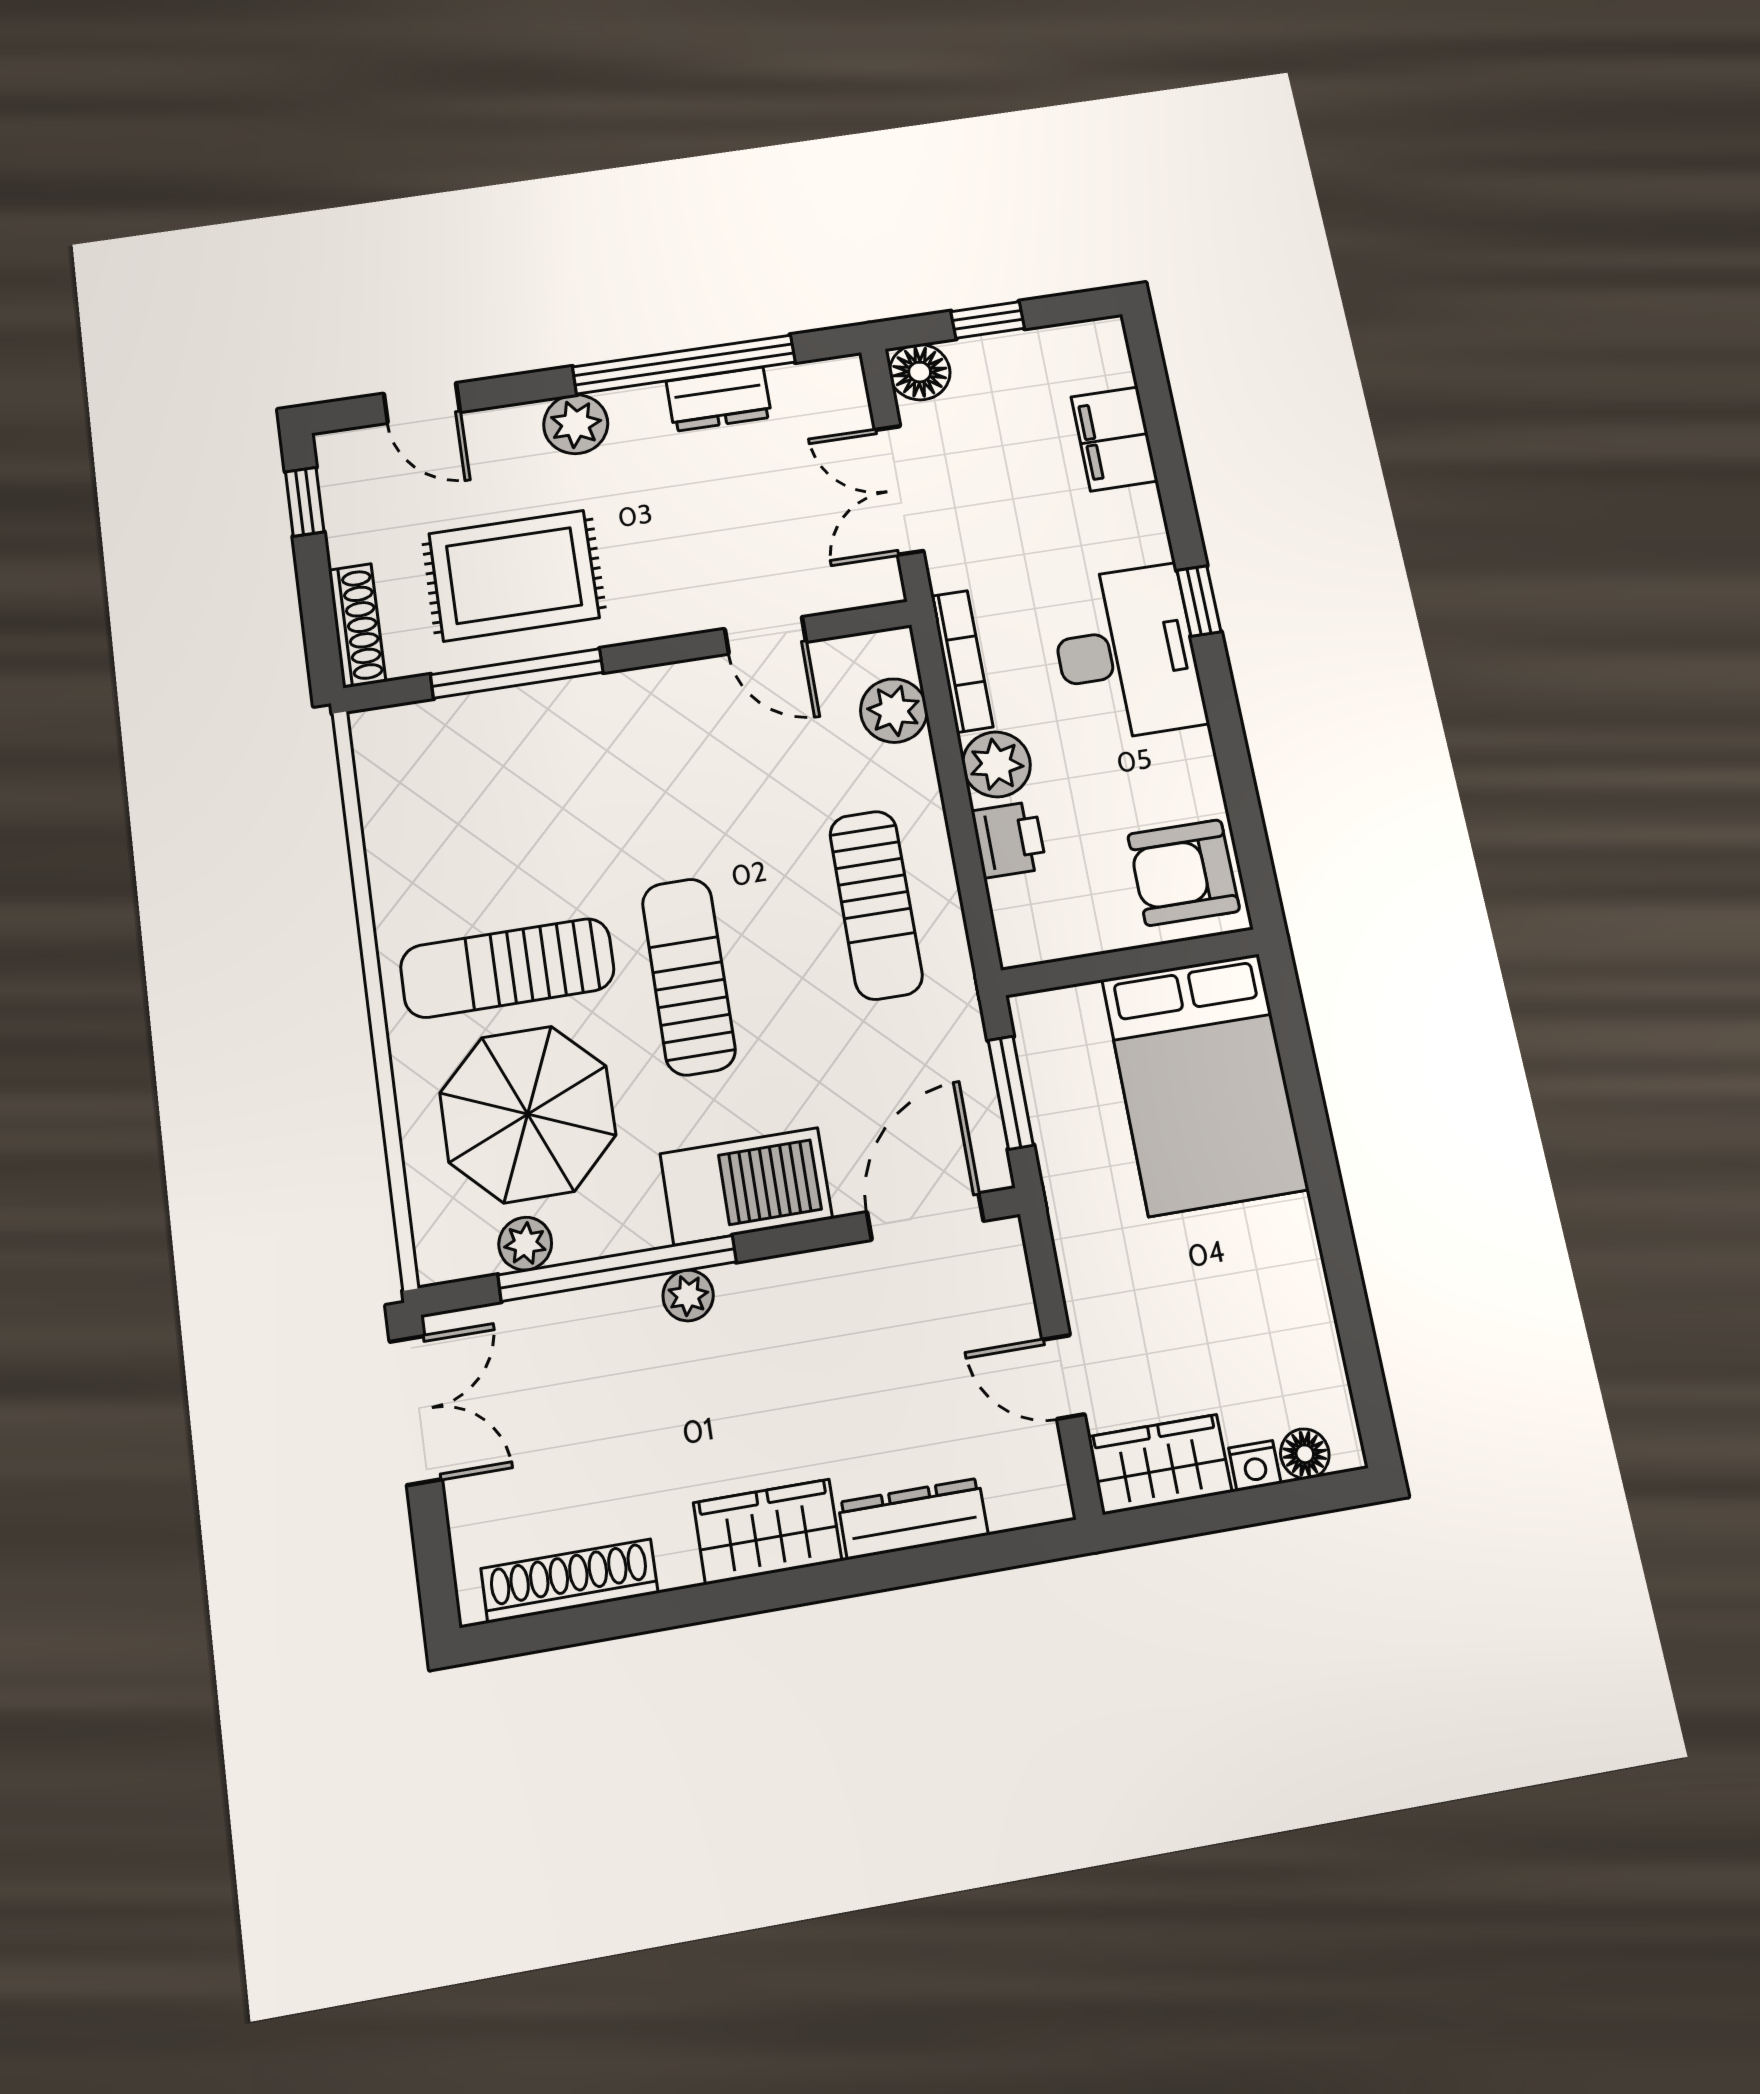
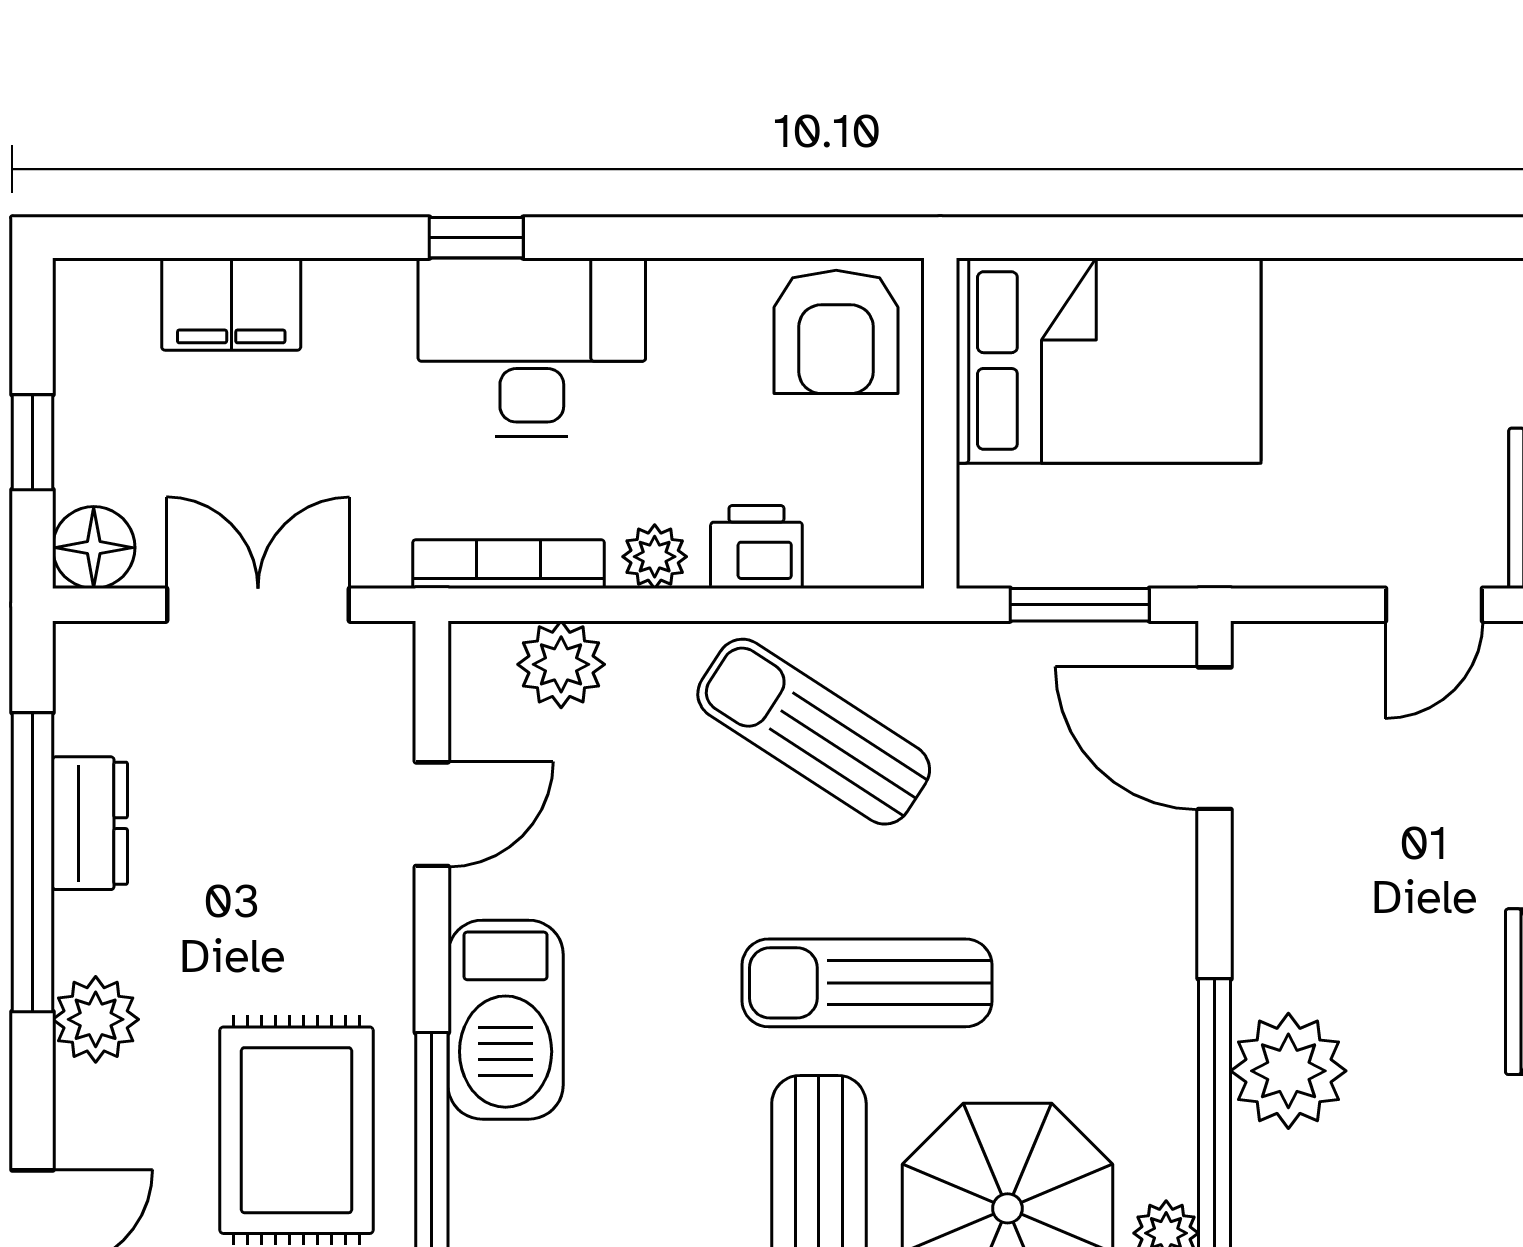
double door: (899, 490) -> (258, 605), swing flipped
plant: (996, 764) -> (655, 557), width x0.73, depth x0.73
sun lounger: (876, 905) -> (814, 732), turned -147
barbecue: (746, 1186) -> (506, 1020), moved, turned 180
plant: (688, 1296) -> (1288, 1071), width x1.87, depth x1.87

